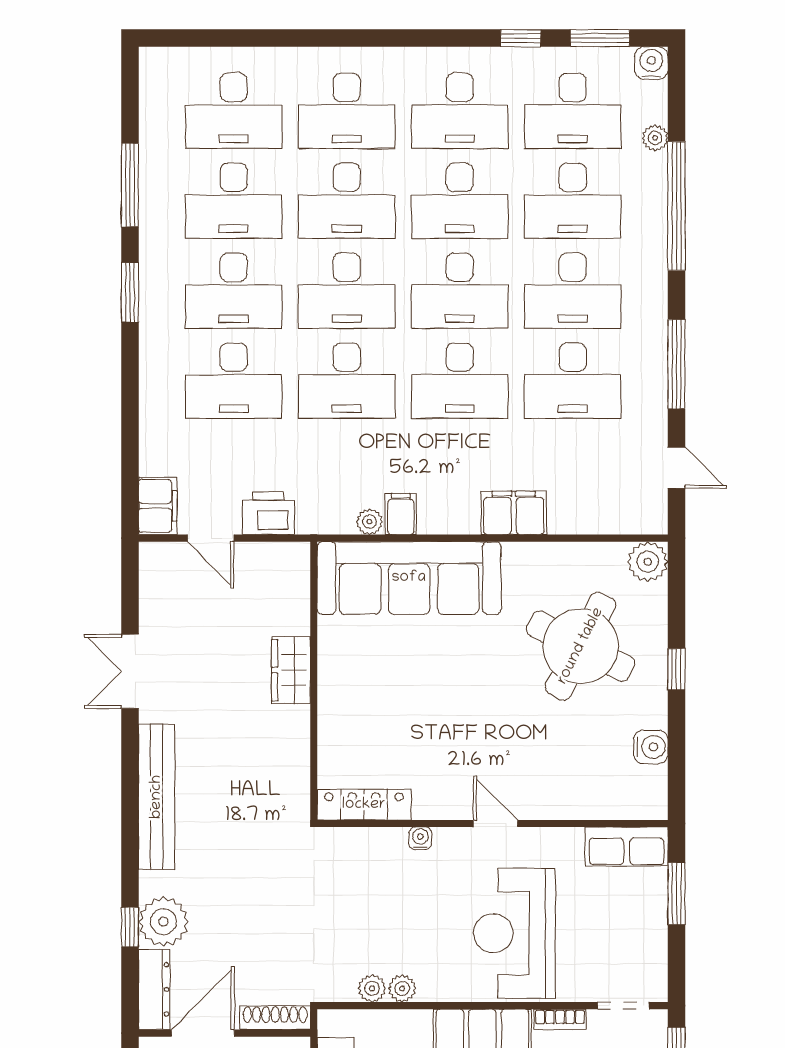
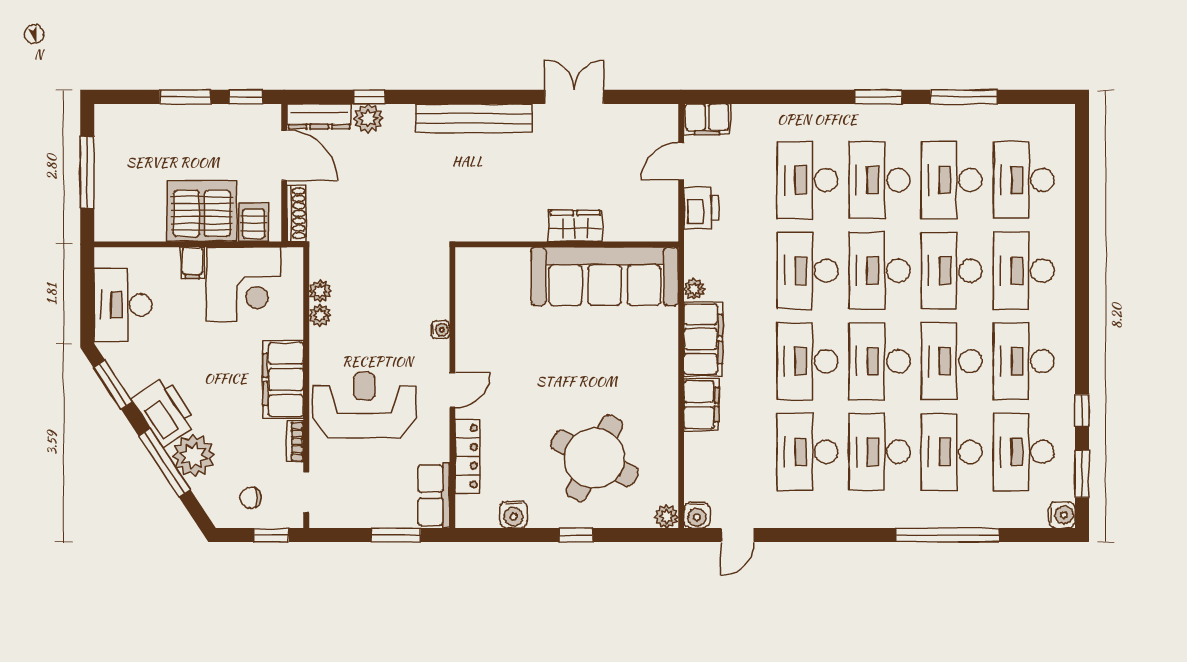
plant: (655, 138) -> (1002, 518), removed
window: (676, 364) -> (821, 535), removed
filing cabinet: (401, 514) -> (703, 339), width x3.00, depth x1.17
water cooler: (652, 518) -> (697, 515), added
plant: (648, 562) -> (667, 516), width x0.73, depth x0.73
sofa: (409, 578) -> (605, 276), moved, turned -90
locker: (364, 805) -> (467, 456), moved
plant: (163, 922) -> (368, 118), width x0.73, depth x0.73

